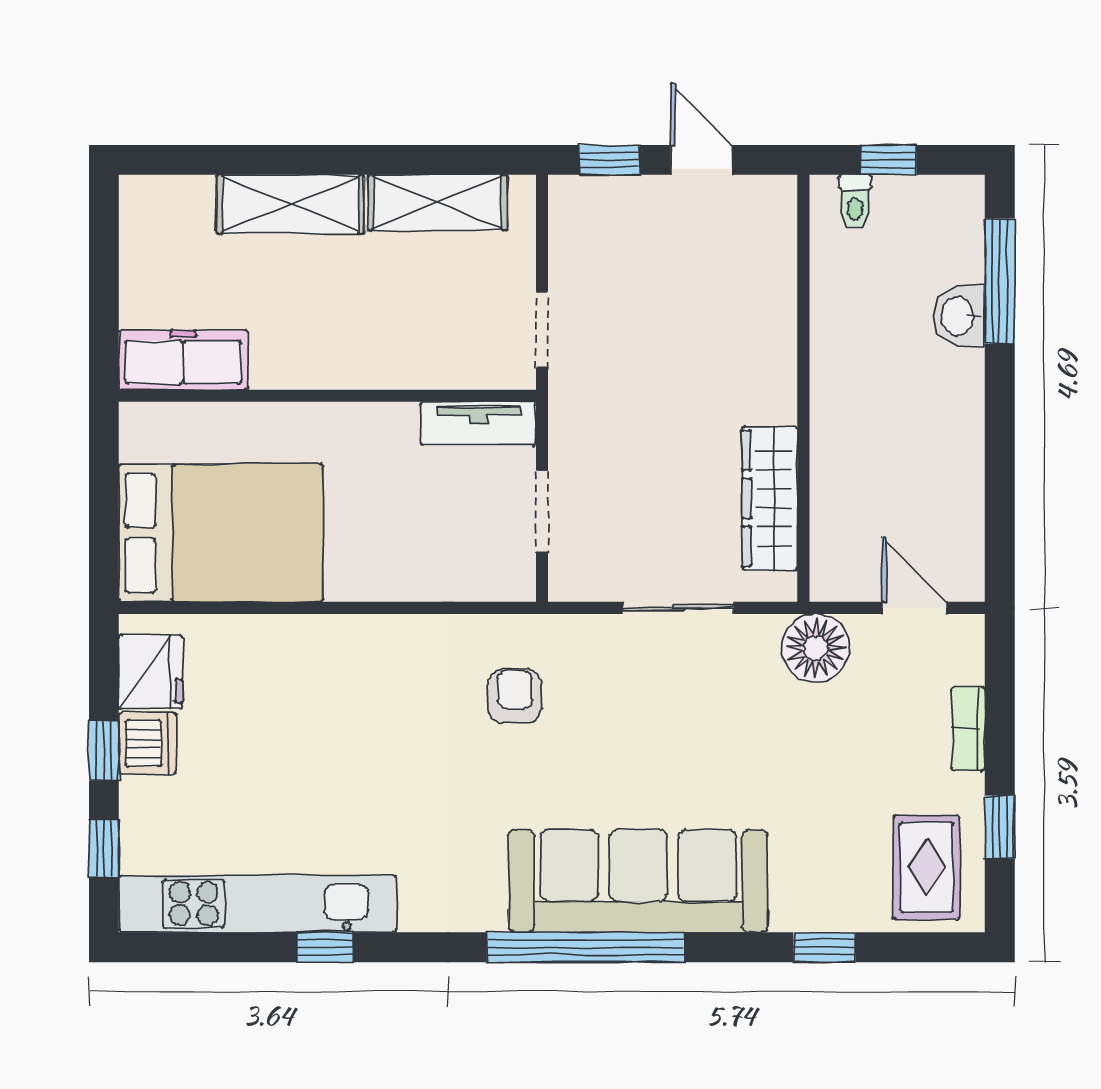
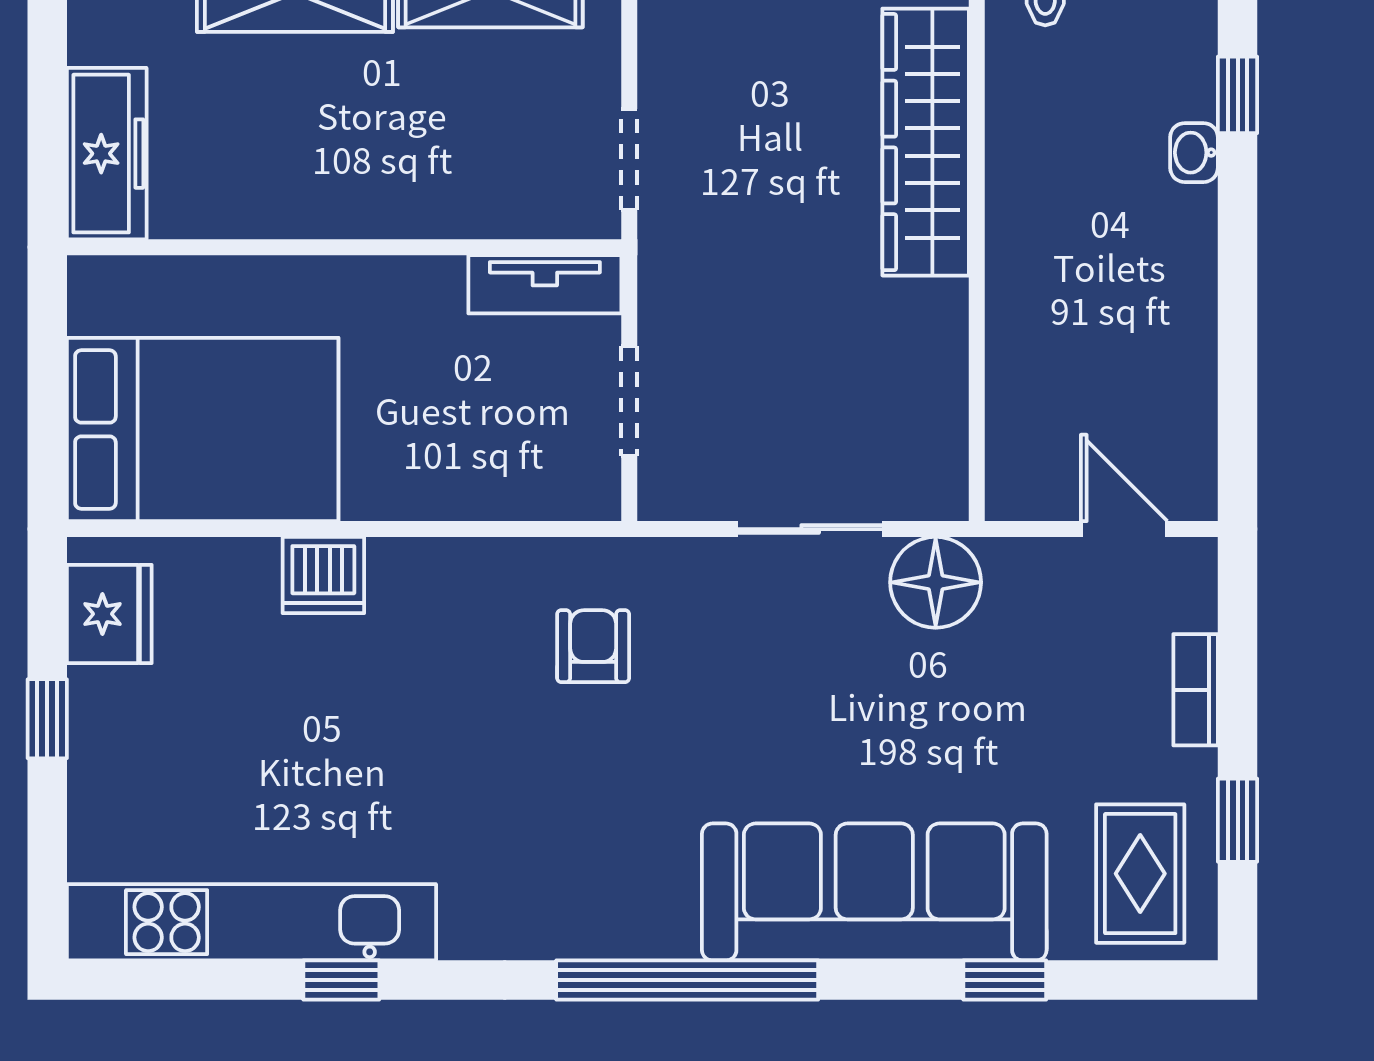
window: (1000, 281) -> (1238, 95), width x0.46
washbasin: (959, 316) -> (1194, 153), width x0.72, depth x0.69
freezer: (183, 360) -> (107, 154), moved, turned 90
wardrobe: (770, 498) -> (926, 142), moved, width x1.40, depth x1.17
floor lamp: (816, 648) -> (936, 582), moved
dishwasher: (147, 744) -> (323, 575), moved, turned 90
window: (104, 849) -> (47, 849), removed
sofa: (638, 881) -> (874, 892), moved

